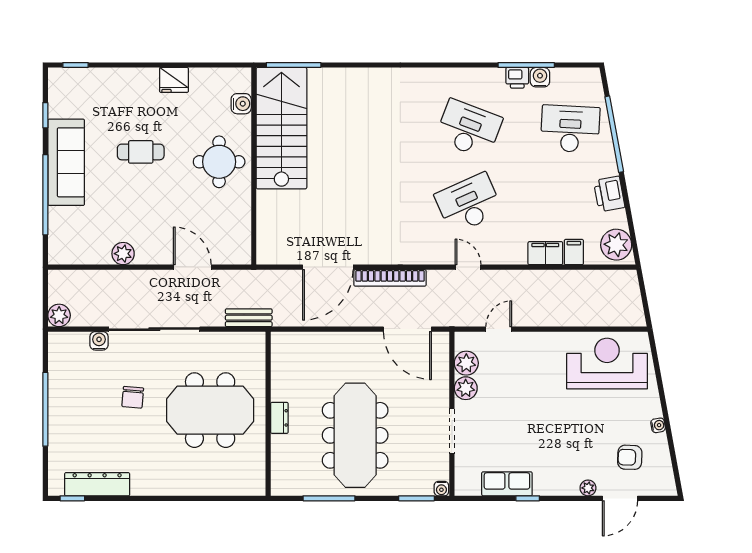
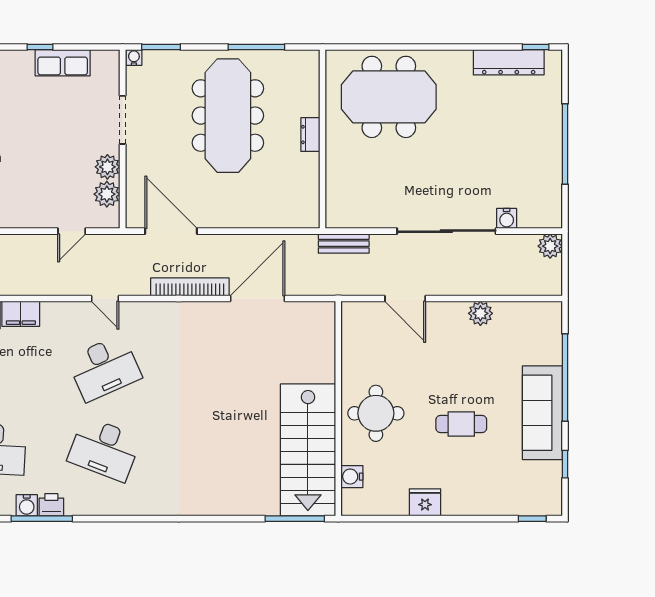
chair: (133, 397) -> (470, 157), removed
meeting table: (210, 410) -> (389, 97), moved

